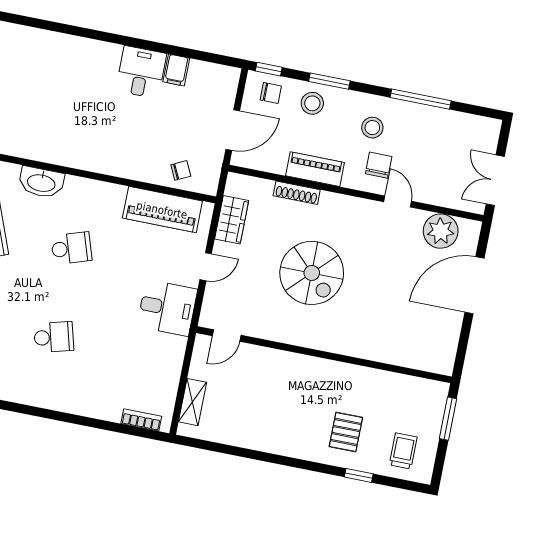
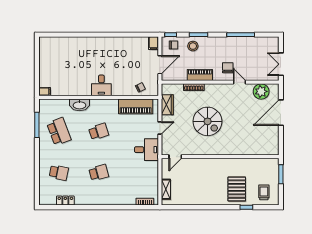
filing cabinet: (176, 70) -> (154, 43), moved
desk: (141, 72) -> (101, 85), moved, turned 180
stool: (372, 128) -> (222, 52), removed
pallet: (346, 432) -> (237, 189), width x1.50, depth x1.42

